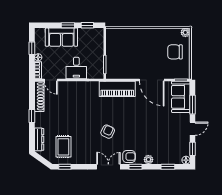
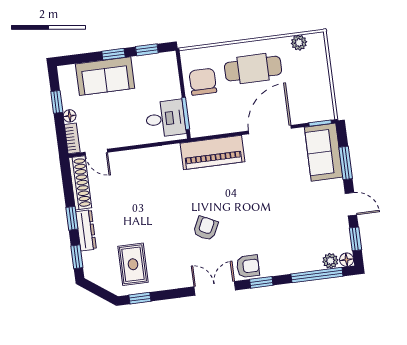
plant: (185, 32) -> (299, 43), moved
cafe table: (147, 44) -> (253, 69), added
chair: (175, 52) -> (203, 82), moved, turned 90
desk: (76, 68) -> (165, 119), moved, turned -90
door: (152, 80) -> (270, 130), swing flipped
door: (193, 129) -> (351, 204), hinge flipped
window: (32, 138) -> (77, 257), added
dresser: (39, 139) -> (86, 230), moved
plant: (148, 160) -> (330, 261), moved
window: (168, 167) -> (317, 275), width x2.17

